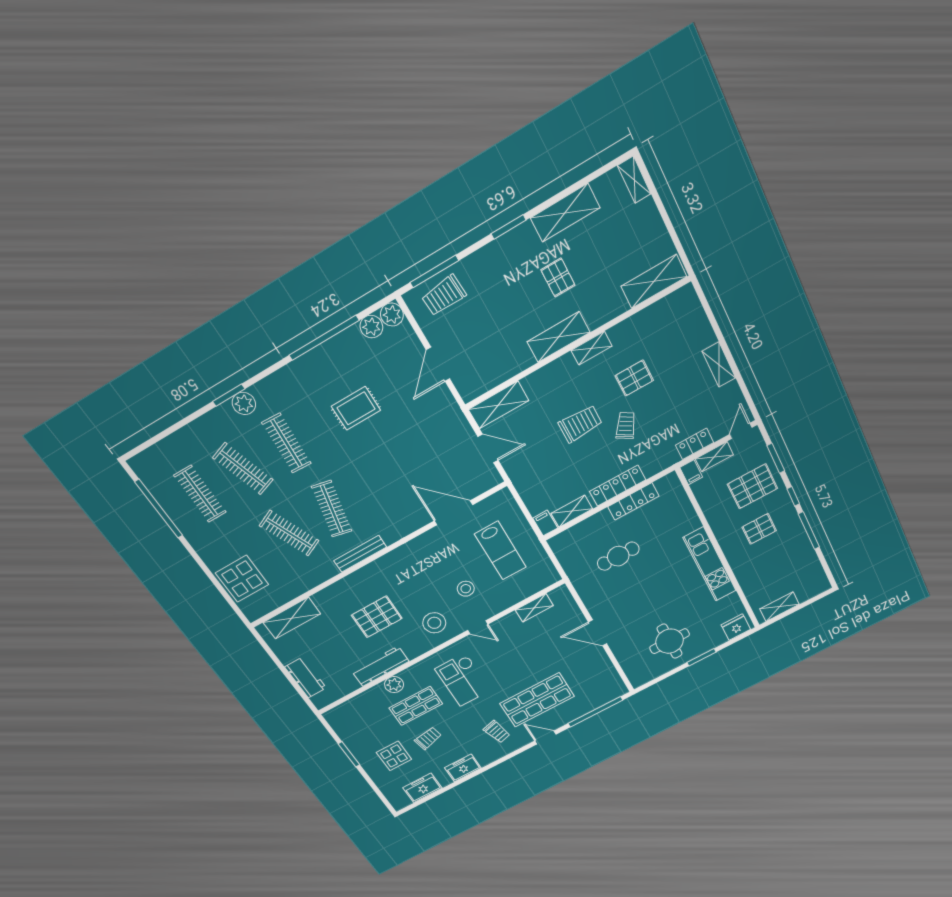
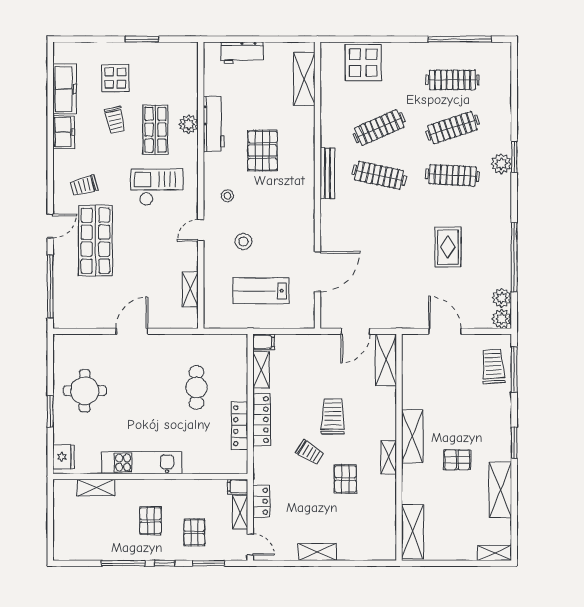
trolley: (580, 424) -> (333, 416), turned 180
pallet: (752, 486) -> (194, 532), width x0.67, depth x0.71
shelving: (779, 607) -> (96, 488), moved, turned 90
stool: (434, 623) -> (227, 196), width x0.53, depth x0.53
freezer: (422, 788) -> (64, 89), width x1.40

